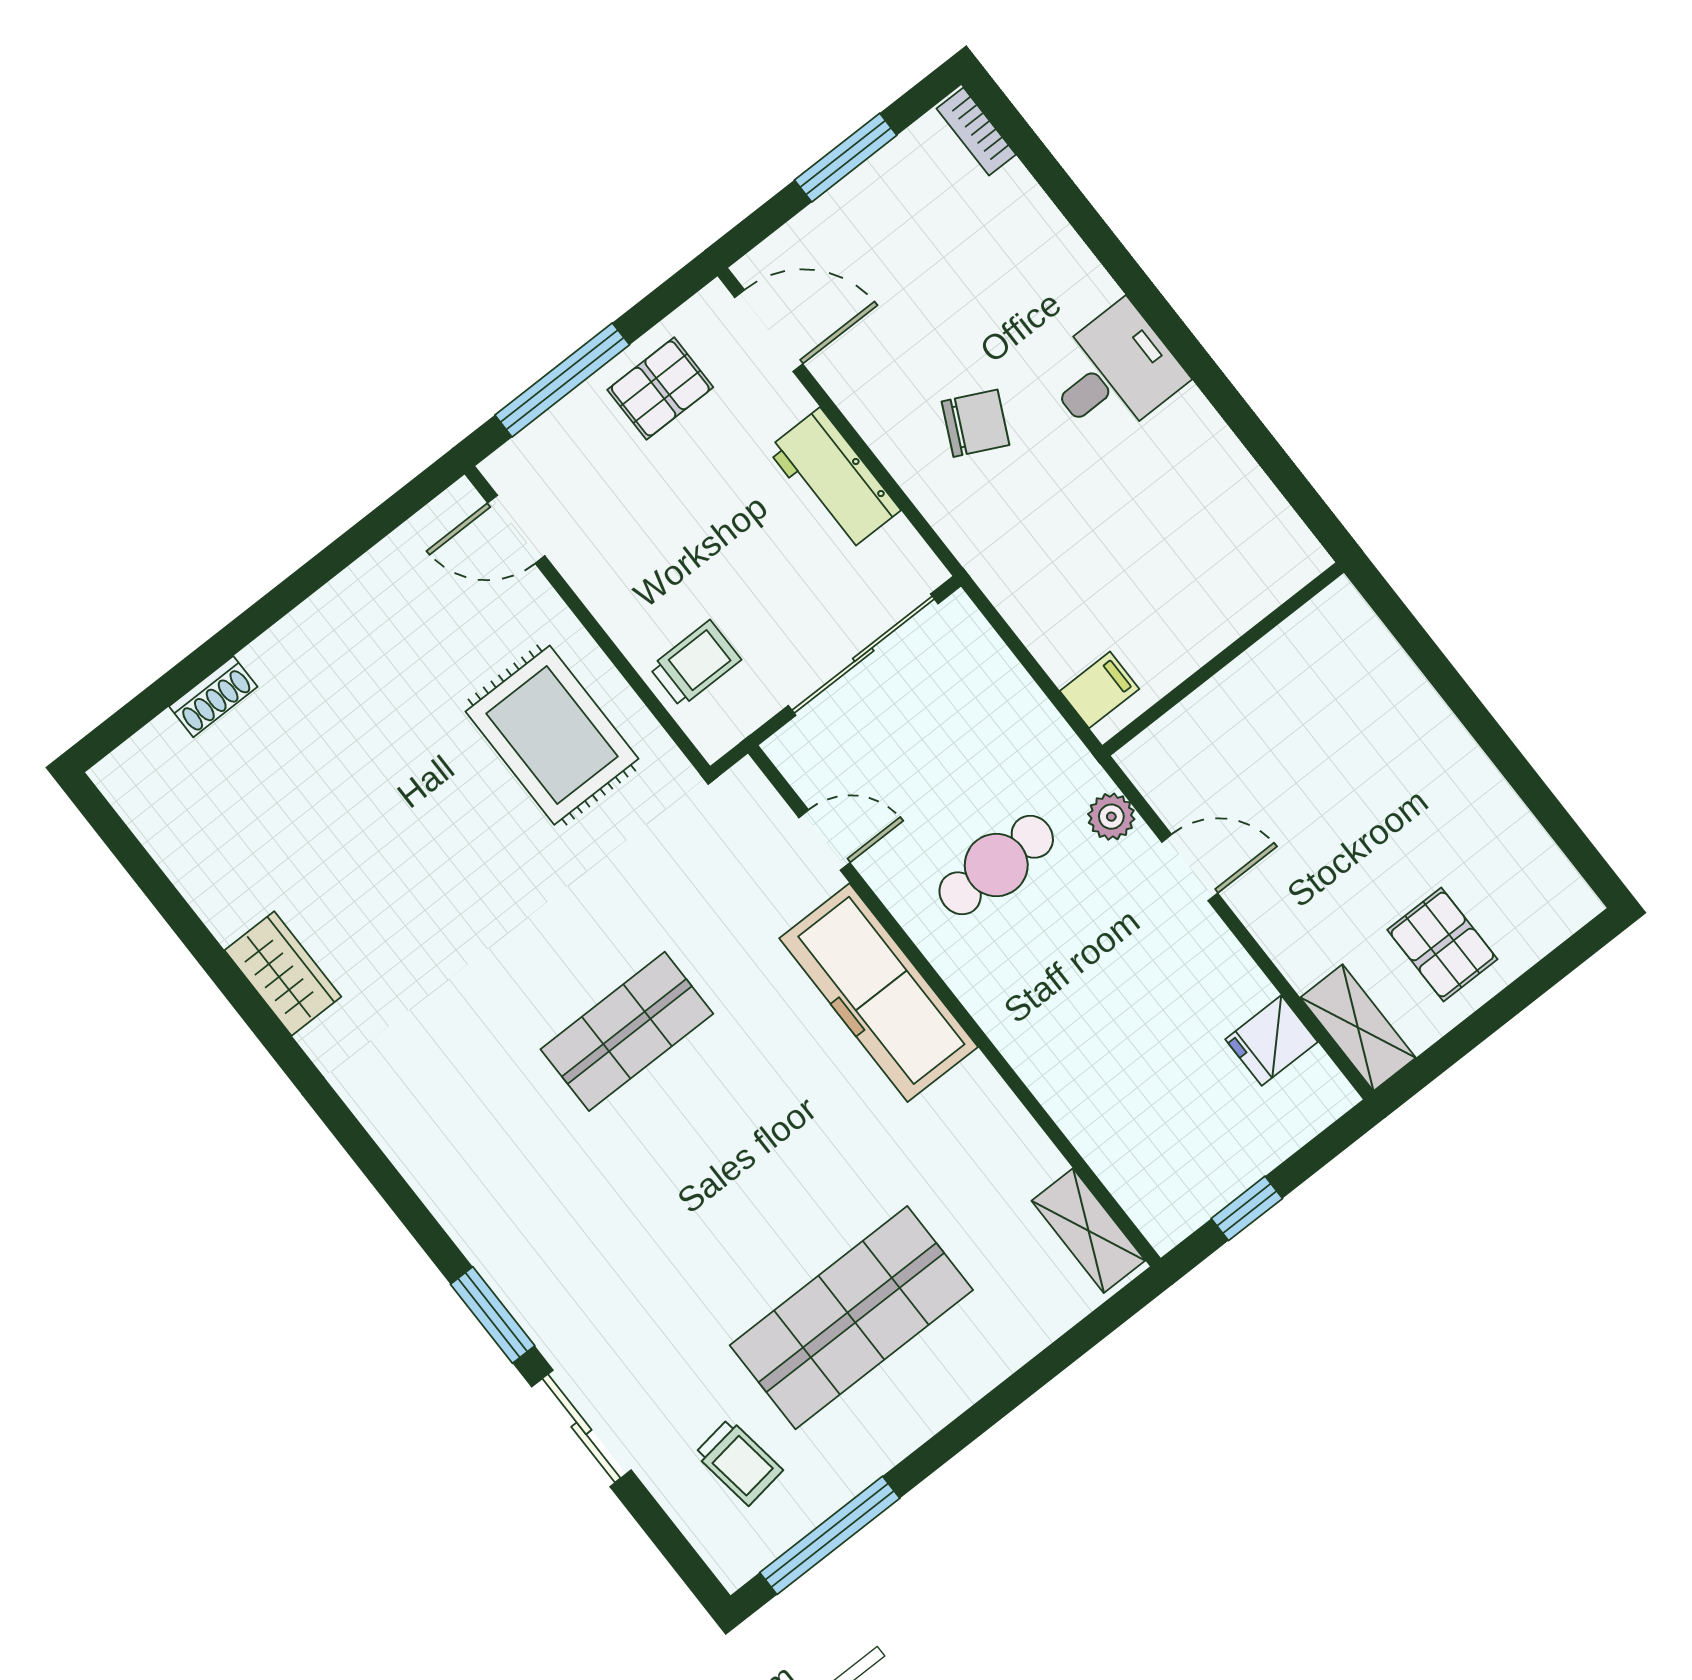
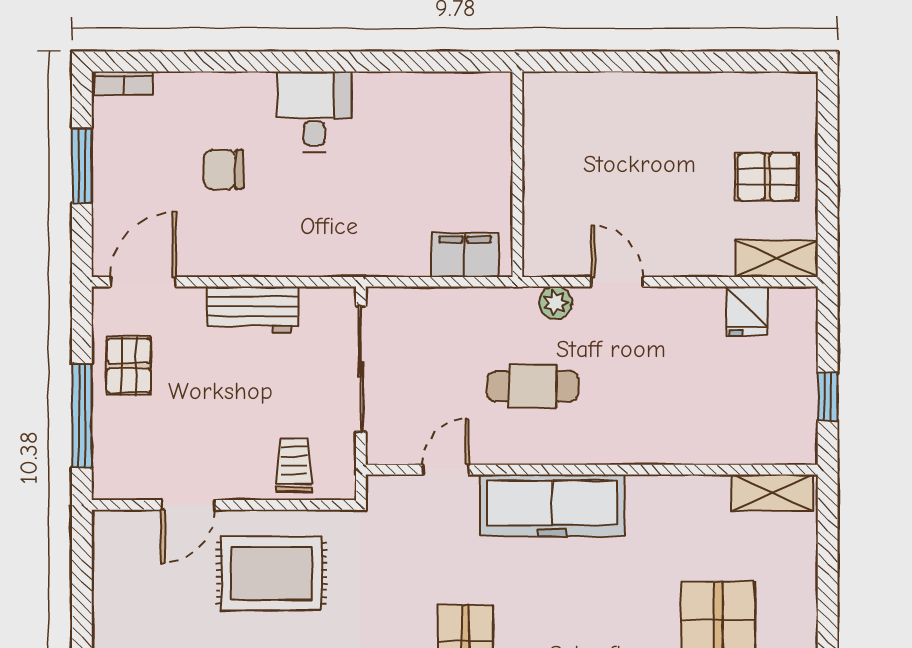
chair: (975, 423) -> (223, 170), moved, turned -116
door: (516, 529) -> (188, 505), moved
filing cabinet: (1100, 690) -> (465, 255), width x2.00
cafe table: (996, 865) -> (533, 386), turned 90
door: (1190, 868) -> (617, 282), hinge flipped

